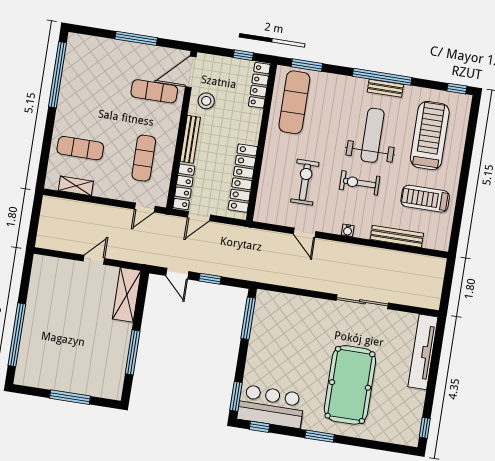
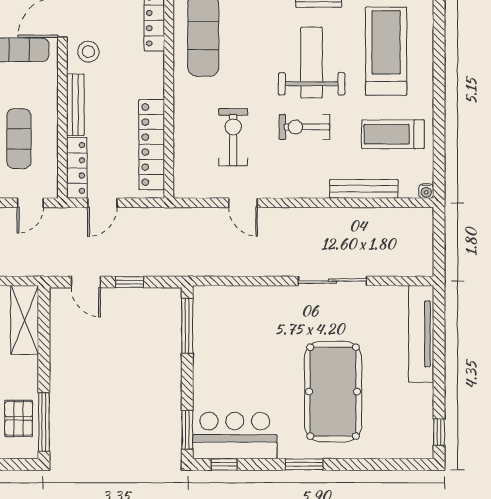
water cooler: (348, 230) -> (426, 191), moved
window: (133, 352) -> (44, 422), moved
pallet: (111, 368) -> (19, 418), added

